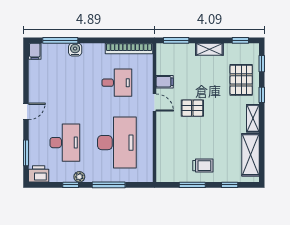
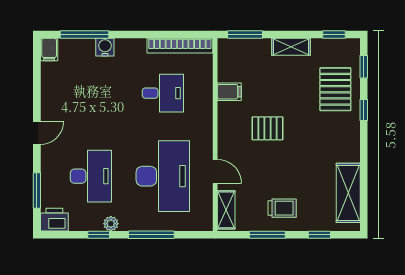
door: (155, 103) -> (215, 171), moved
shelving: (253, 118) -> (226, 210), moved

